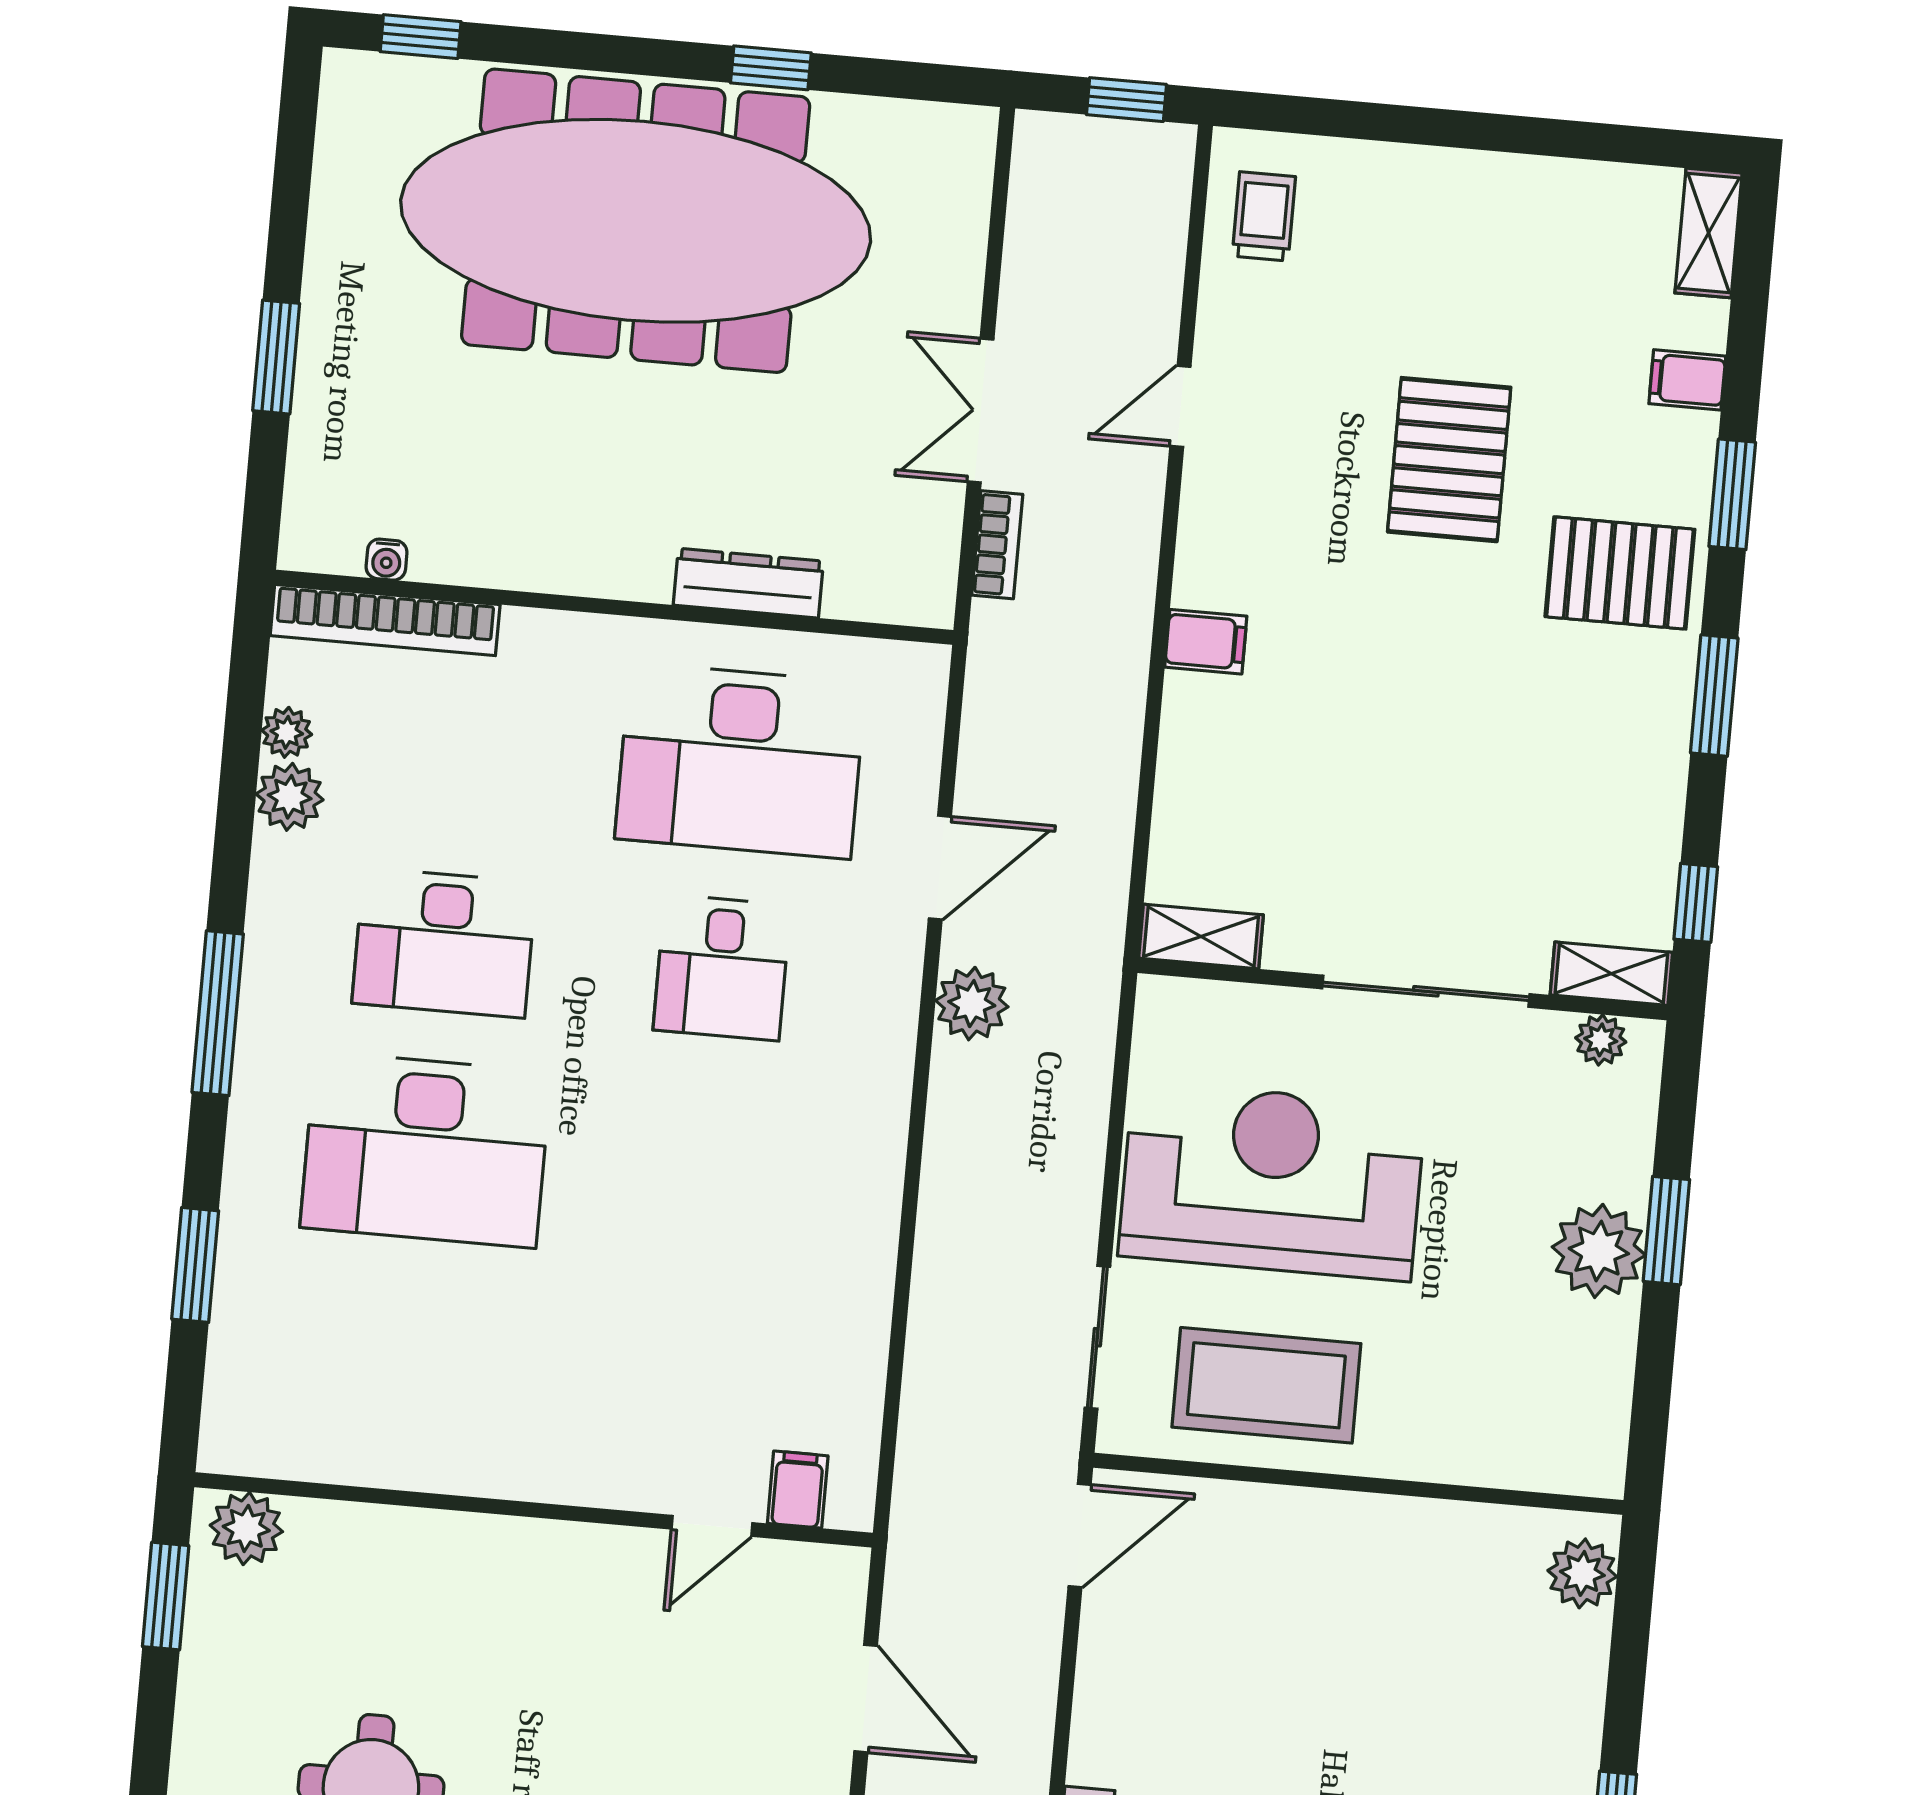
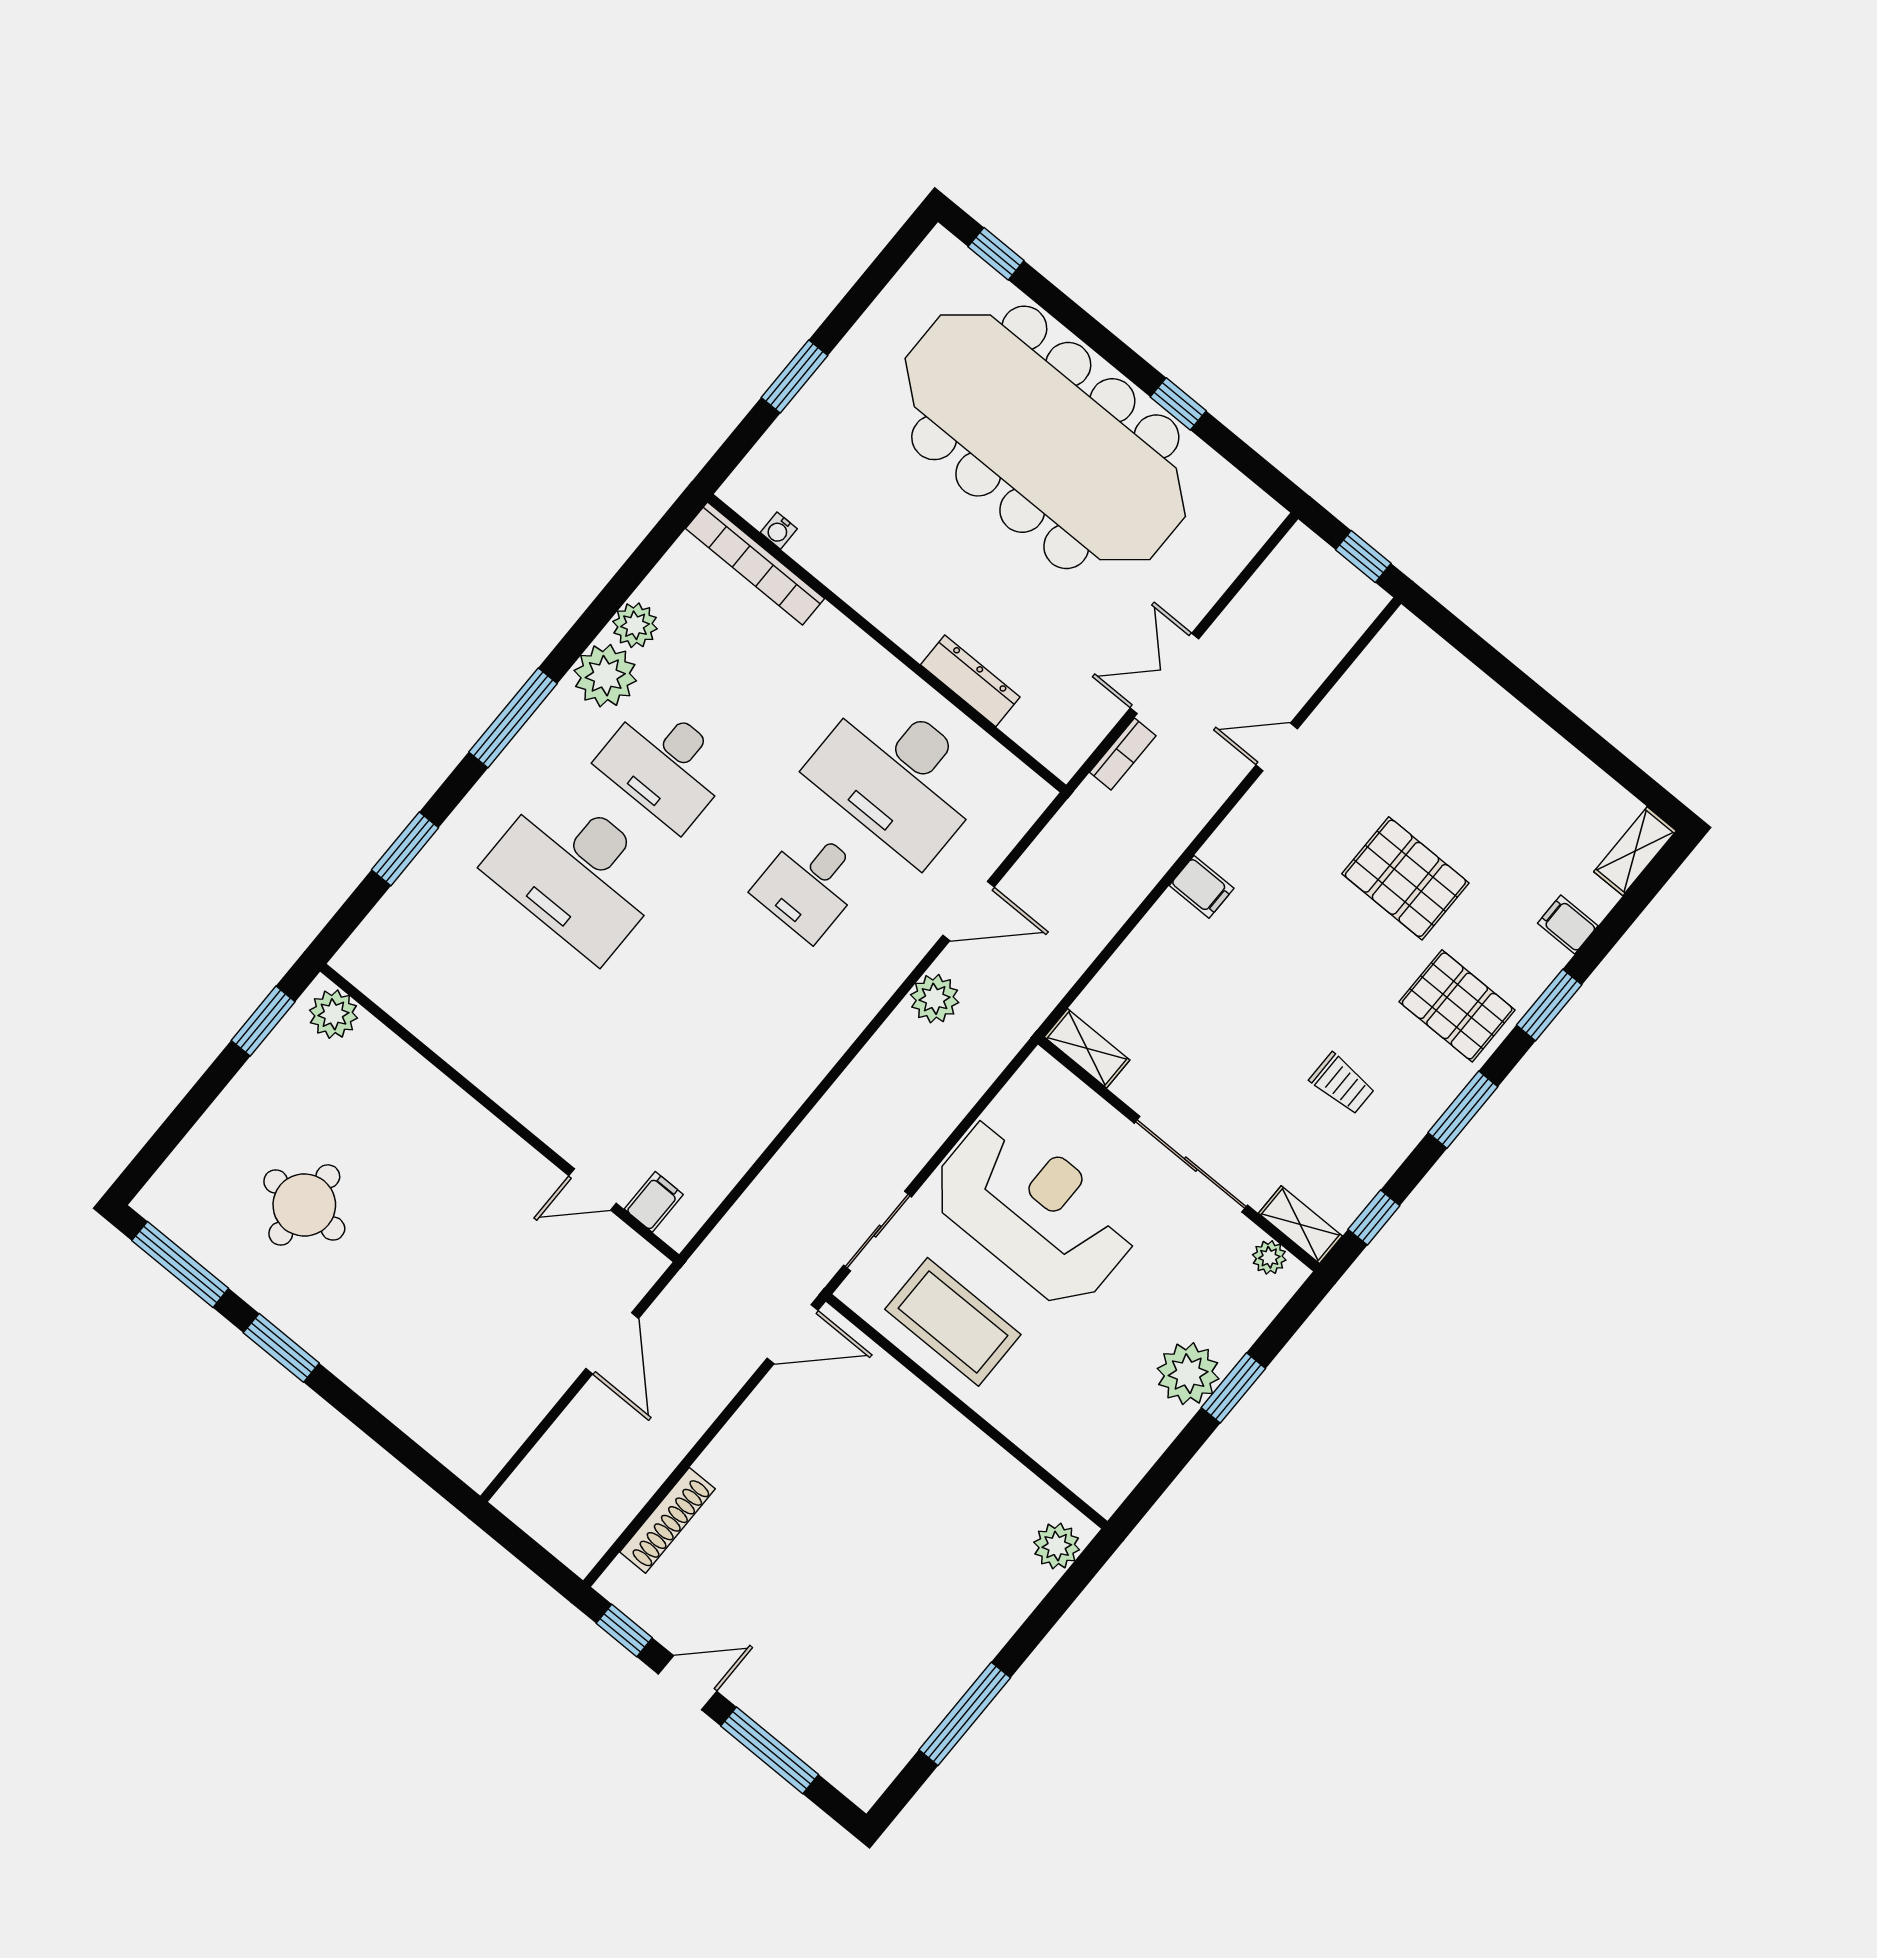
trolley: (1264, 216) -> (1342, 1084), moved, turned 90
pallet: (1449, 460) -> (1405, 878), turned 90
plant: (287, 732) -> (605, 676), moved, width x1.87, depth x1.87

